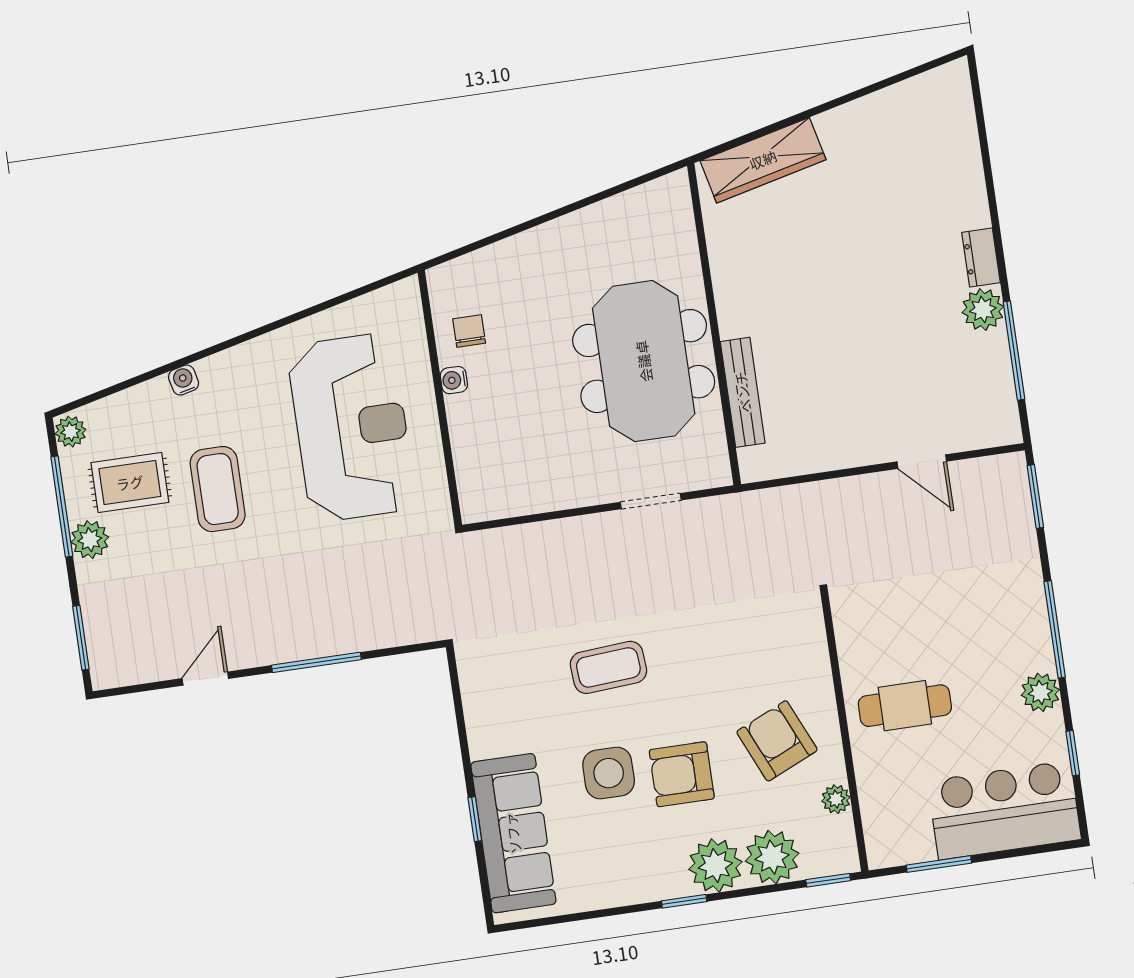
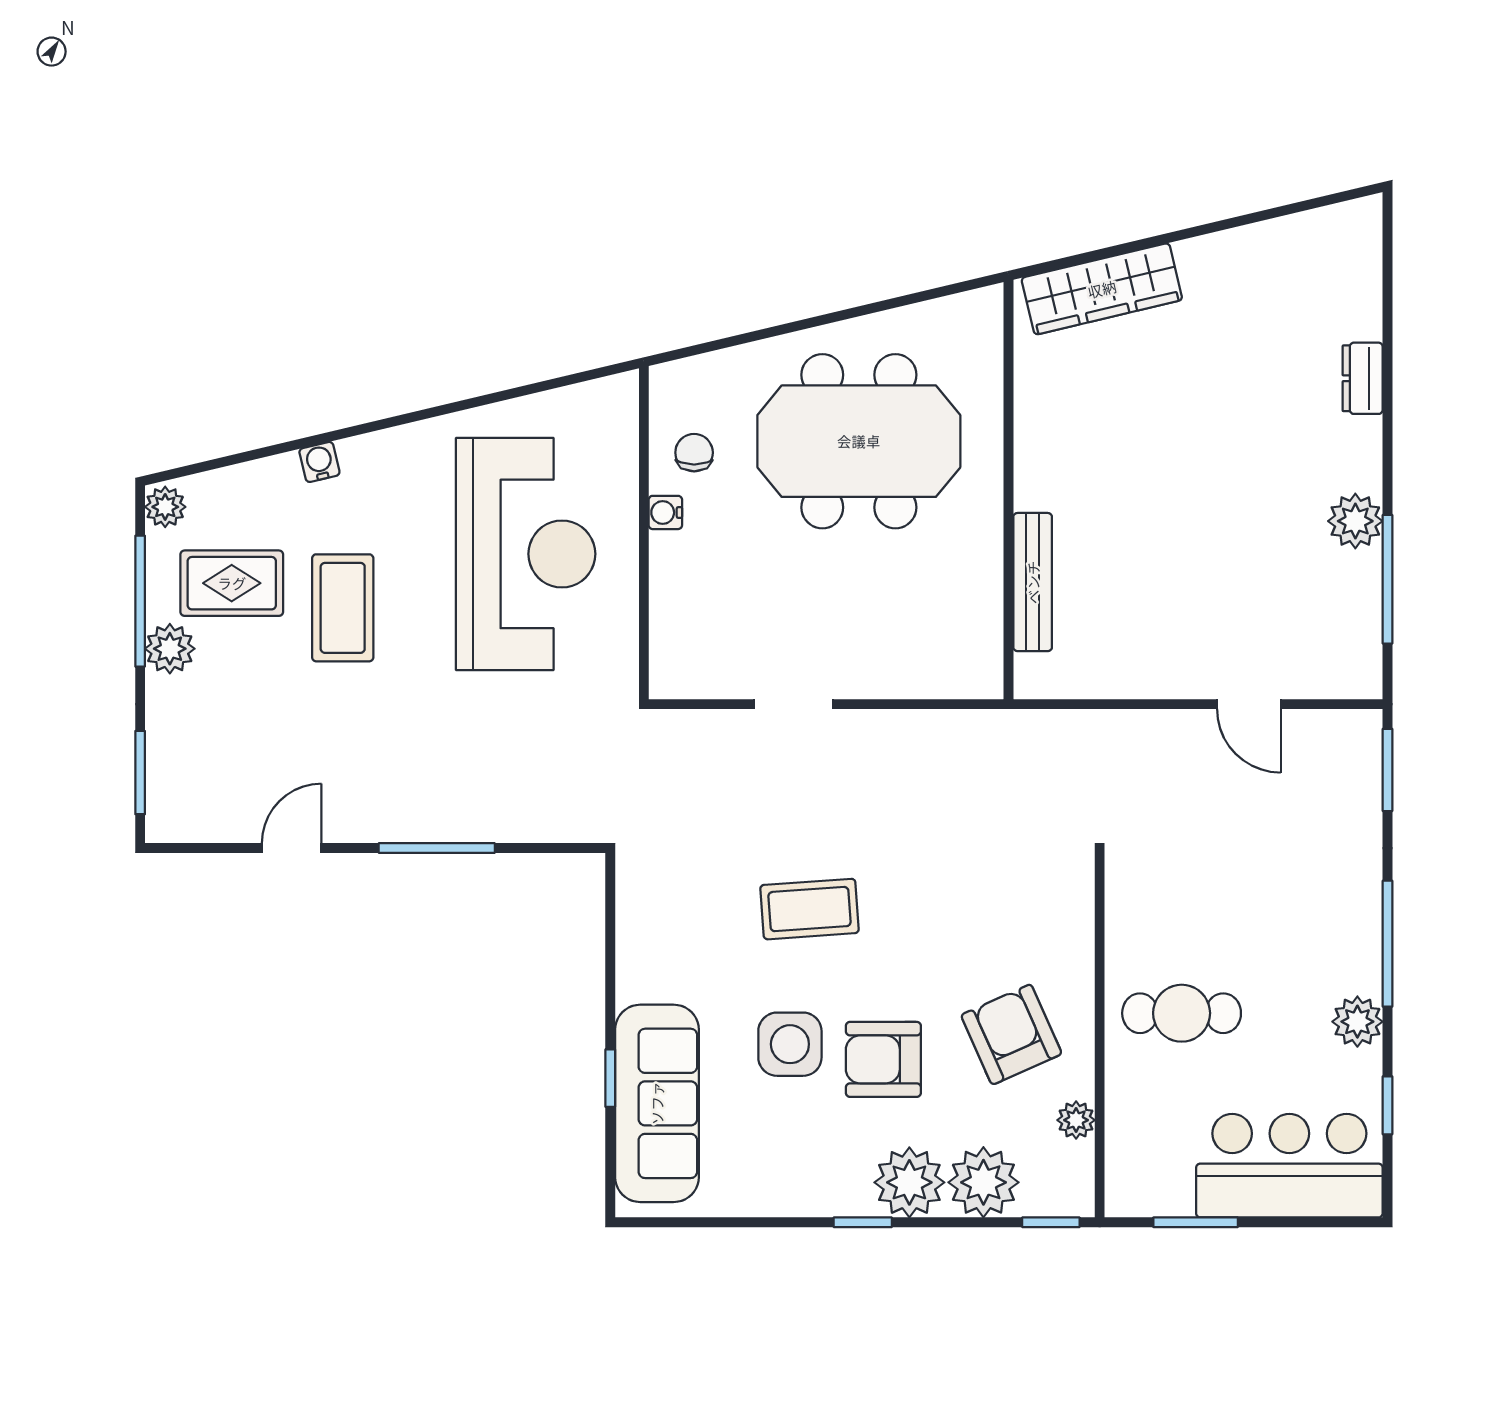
dresser: (981, 257) -> (1363, 378), moved
meeting table: (644, 361) -> (859, 441), moved, turned 90
doorway: (651, 501) -> (794, 704), moved

